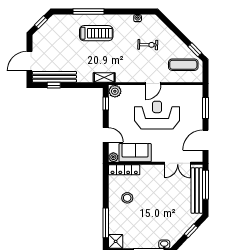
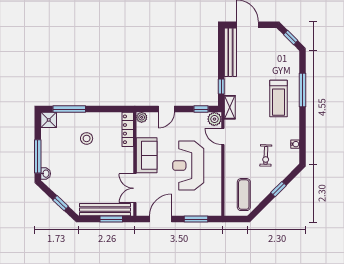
window: (195, 50) -> (279, 189), moved
door: (153, 84) -> (223, 136), moved
window: (54, 85) -> (221, 87), moved
reception desk: (157, 115) -> (188, 166), turned 180
door: (206, 140) -> (161, 219), hinge flipped
sofa: (135, 153) -> (147, 155), moved
window: (206, 185) -> (111, 219), width x0.69
stool: (127, 198) -> (87, 138), moved

